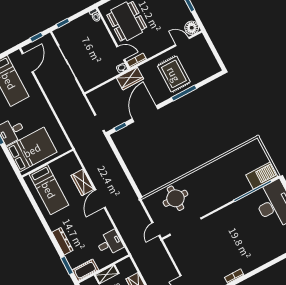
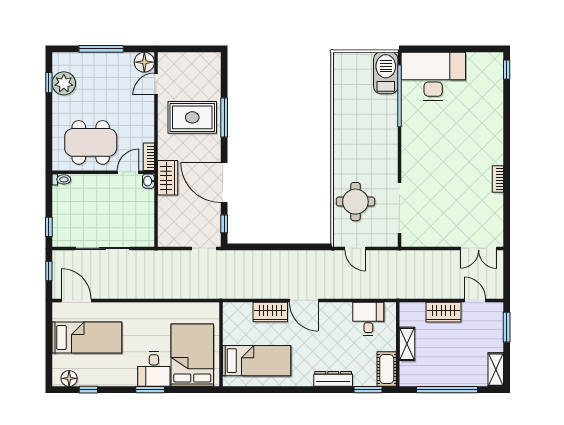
door: (156, 229) -> (355, 248), moved

